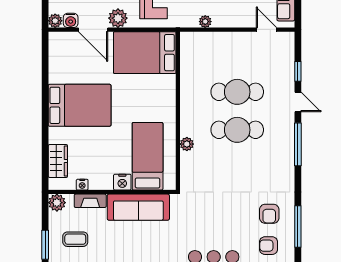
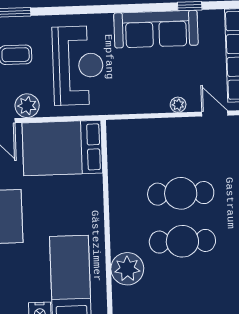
plant: (205, 22) -> (178, 105), moved
plant: (187, 144) -> (127, 269), width x1.87, depth x1.87

